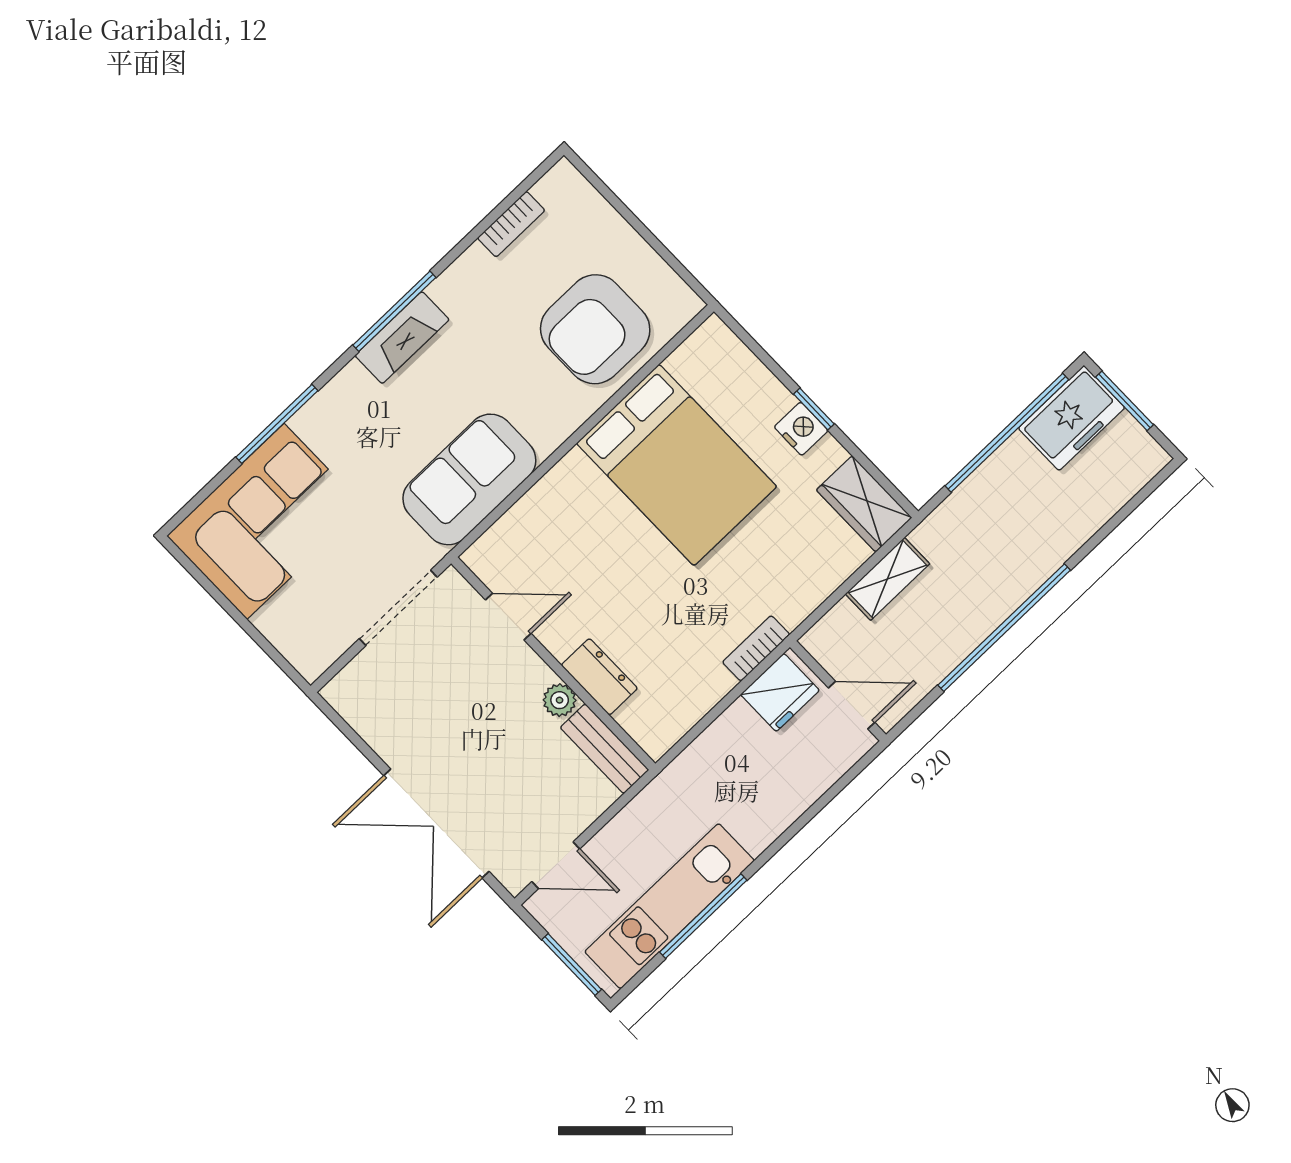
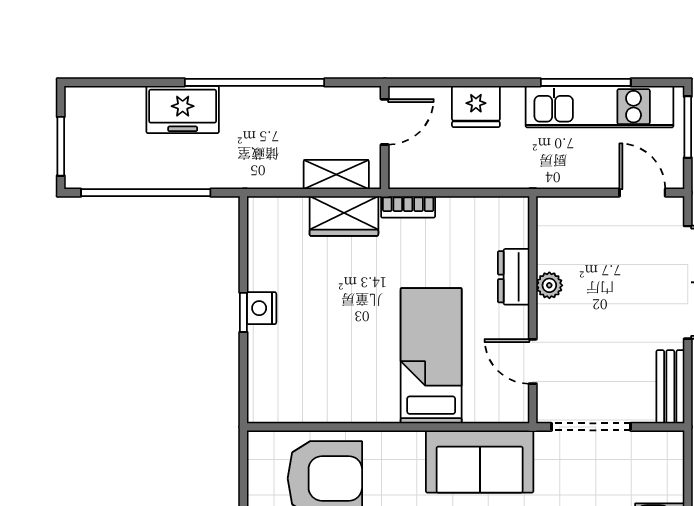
freezer: (1072, 418) -> (183, 109), moved, turned 180
bed: (677, 465) -> (431, 356), moved, width x0.67
wardrobe: (864, 504) -> (344, 216), moved, turned 90
shelving: (887, 579) -> (336, 175), moved
fridge: (780, 692) -> (476, 106), moved, turned 180
door: (852, 705) -> (385, 122), swing flipped
bench: (605, 749) -> (670, 387), moved

